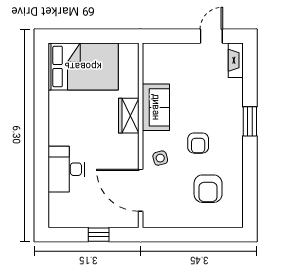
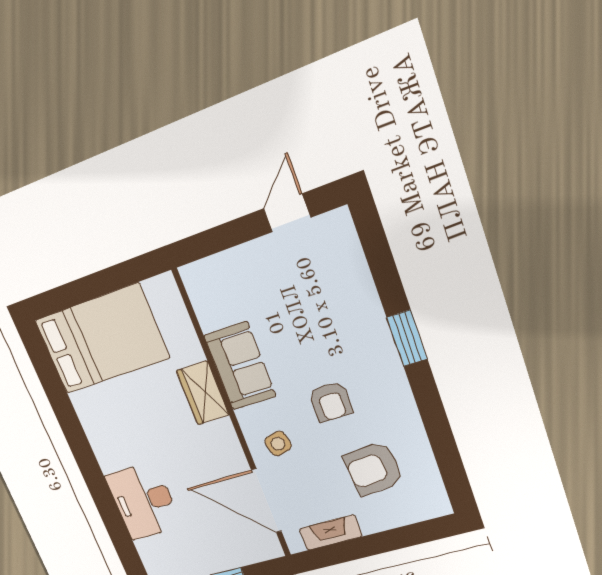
fireplace: (236, 60) -> (331, 533), moved, turned 90
armchair: (208, 189) -> (373, 469), turned 85

